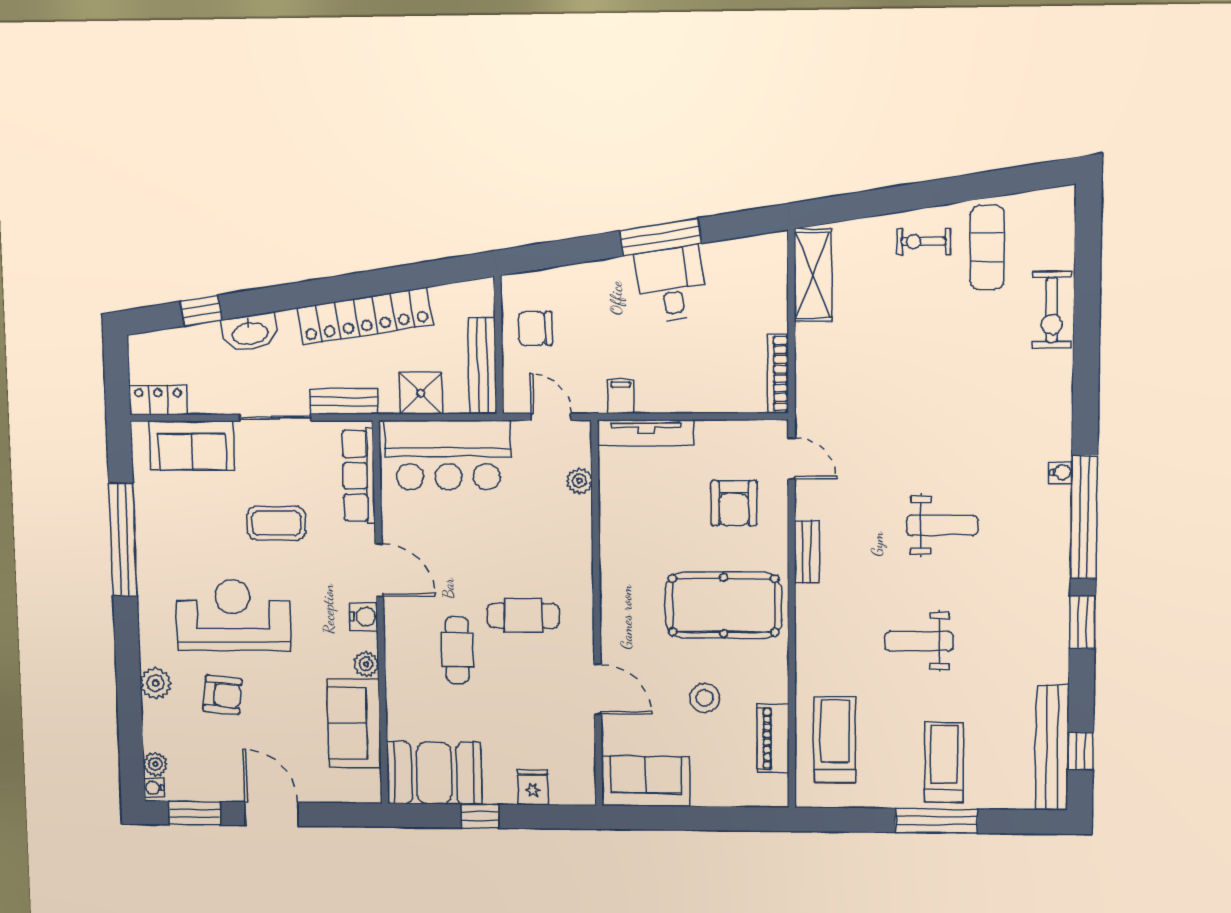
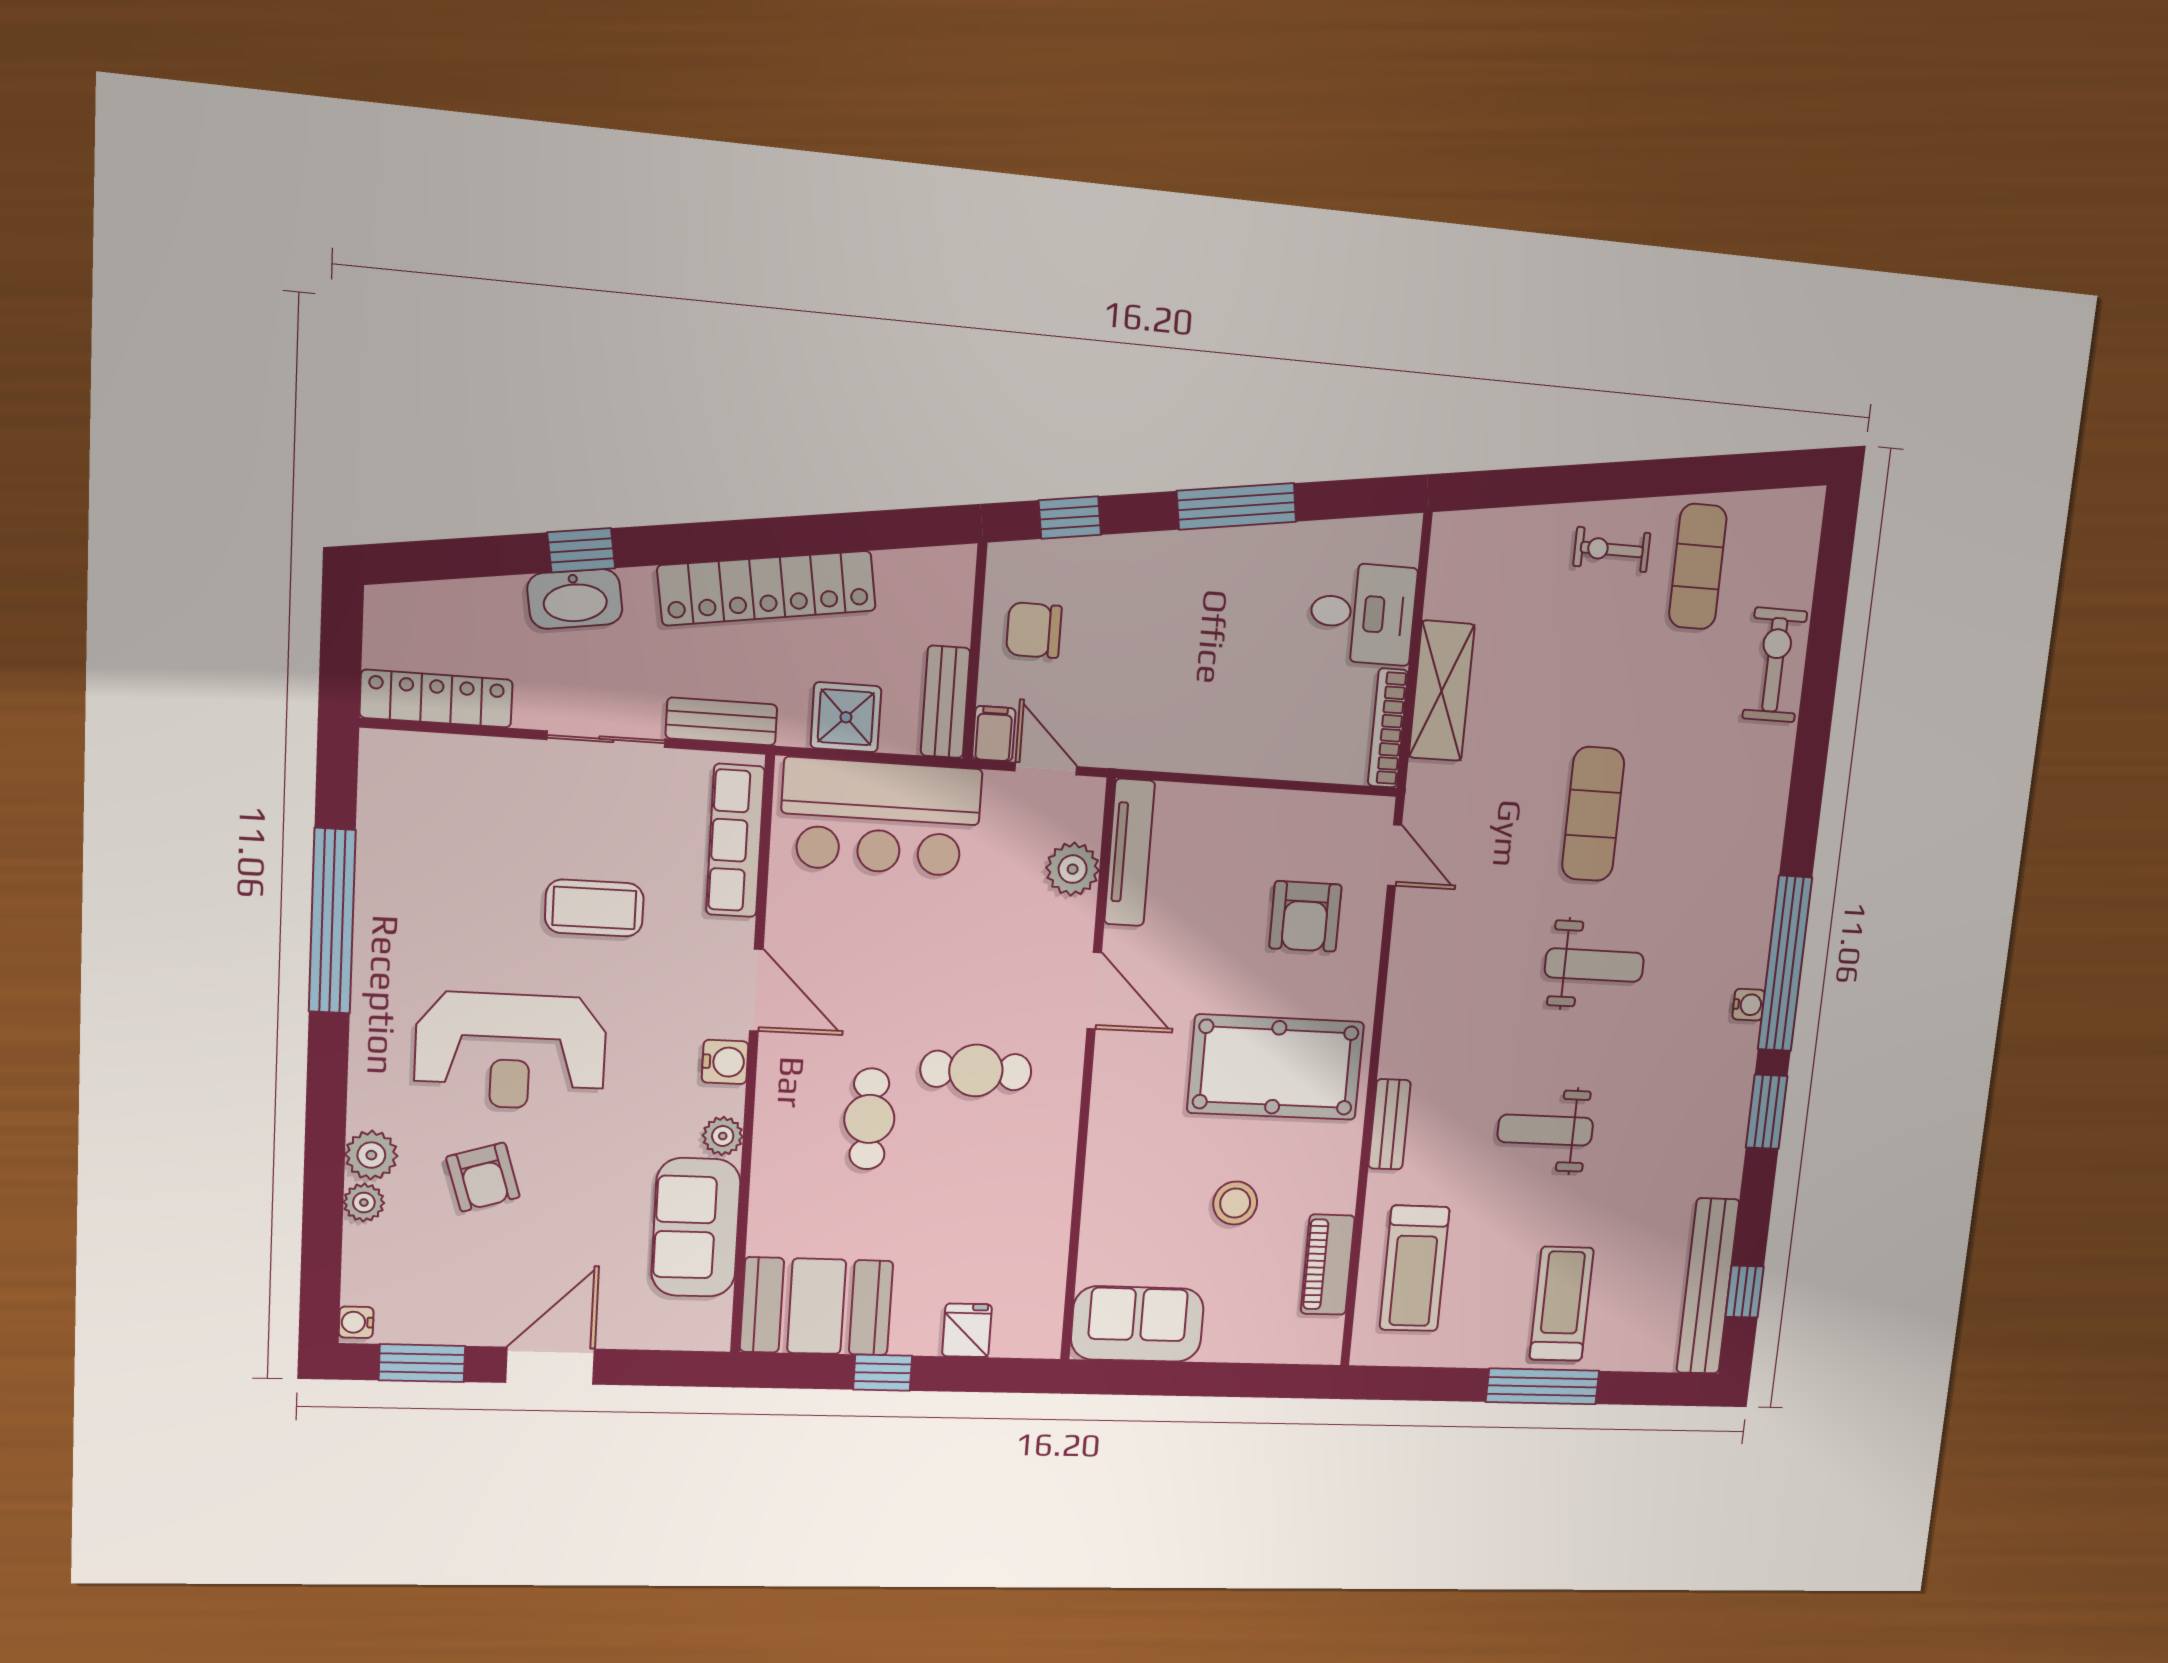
window: (552, 254) -> (1070, 517), added
shelving: (813, 275) -> (1442, 691), moved
desk: (671, 284) -> (1363, 613), moved, turned 99
exercise bike: (1052, 310) -> (1775, 665), turned 180
window: (201, 311) -> (581, 550), moved
bench: (482, 366) -> (945, 702), width x0.73
filing cabinet: (621, 396) -> (994, 734), moved
locker: (158, 400) -> (436, 699), width x1.53
exercise mat: (930, 422) -> (1593, 814), added
tv unit: (646, 433) -> (1130, 853), moved, turned -90
sofa: (192, 445) -> (462, 774), removed
water cooler: (1061, 472) -> (1749, 1005), moved
plant: (579, 481) -> (1073, 869), width x1.38, depth x1.38
bench: (807, 552) -> (1389, 1124), moved
reception desk: (233, 615) -> (511, 1051), turned 180
door: (598, 689) -> (1094, 991), moved
armchair: (222, 695) -> (483, 1177), turned 67
treadmill: (835, 740) -> (1415, 1268), turned 180
plant: (155, 764) -> (364, 1203), moved
door: (272, 814) -> (550, 1366), hinge flipped

